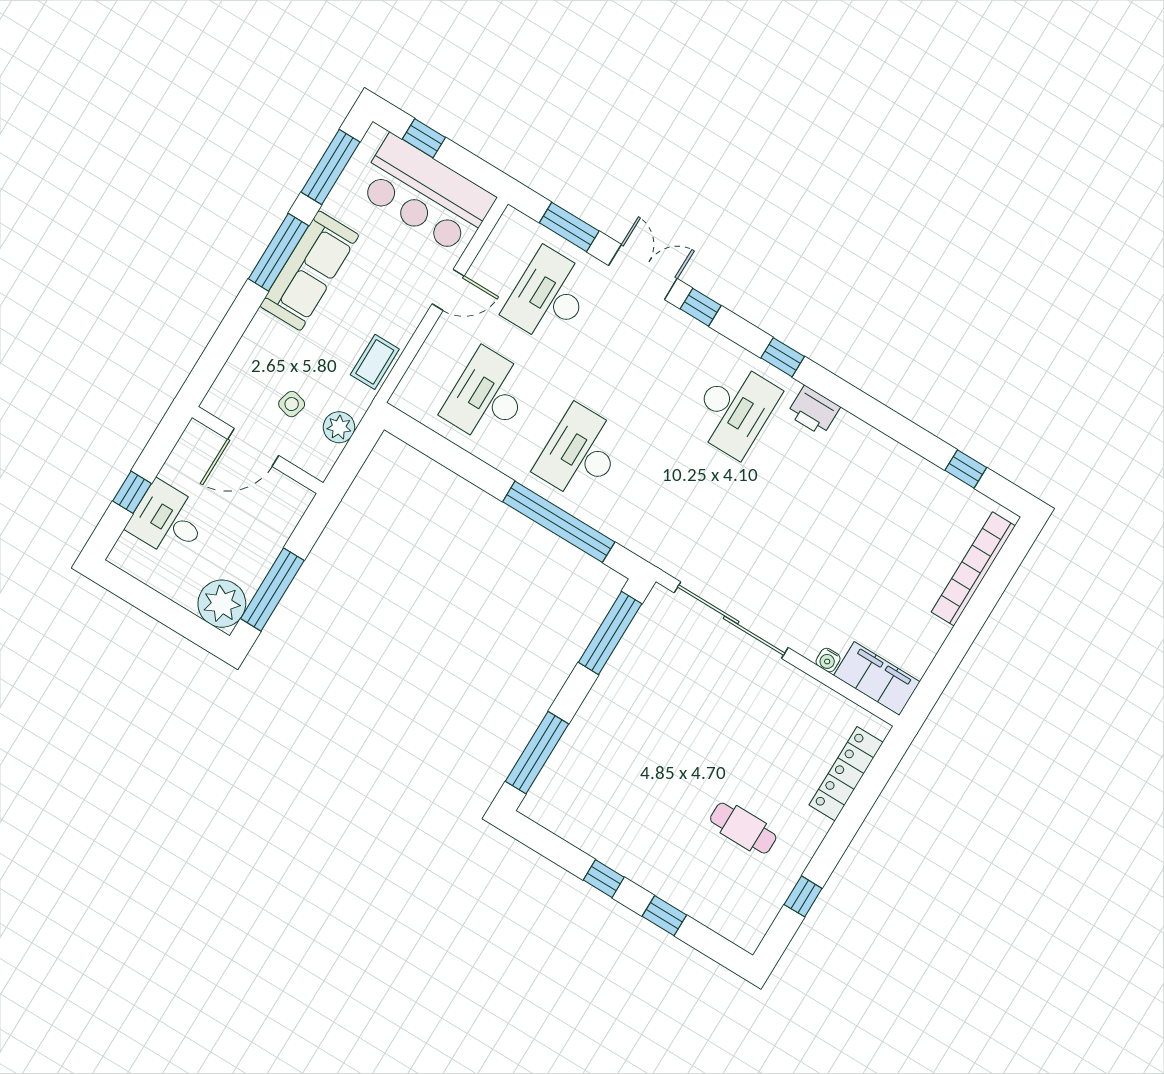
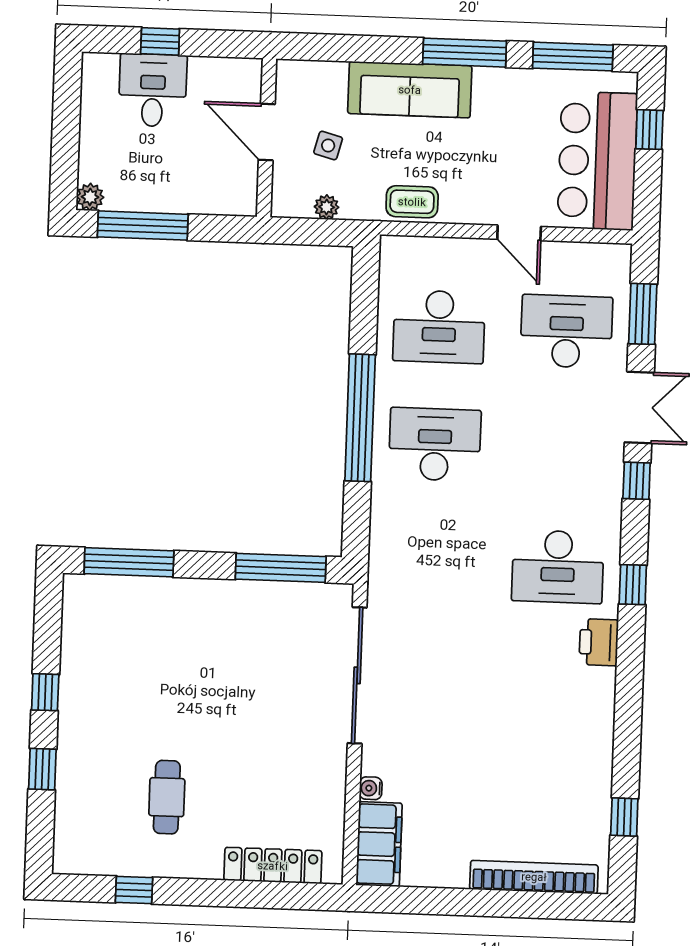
sofa: (309, 271) -> (410, 90), moved
desk: (488, 397) -> (439, 327), turned 180
plant: (339, 427) -> (327, 207), width x0.73, depth x0.73
window: (559, 522) -> (360, 418), moved
plant: (222, 604) -> (90, 197), width x0.53, depth x0.53

